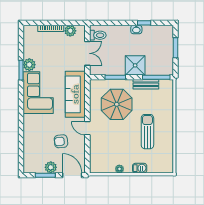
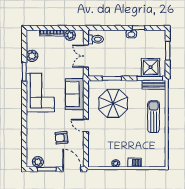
double door: (87, 53) -> (86, 56), swing flipped
plant: (29, 65) -> (32, 56), moved
shower: (135, 65) -> (151, 67), moved
bench: (146, 84) -> (154, 85), moved
sofa: (75, 94) -> (75, 94), width x0.73
sun lounger: (147, 132) -> (154, 117), moved
plant: (51, 167) -> (38, 162), moved

